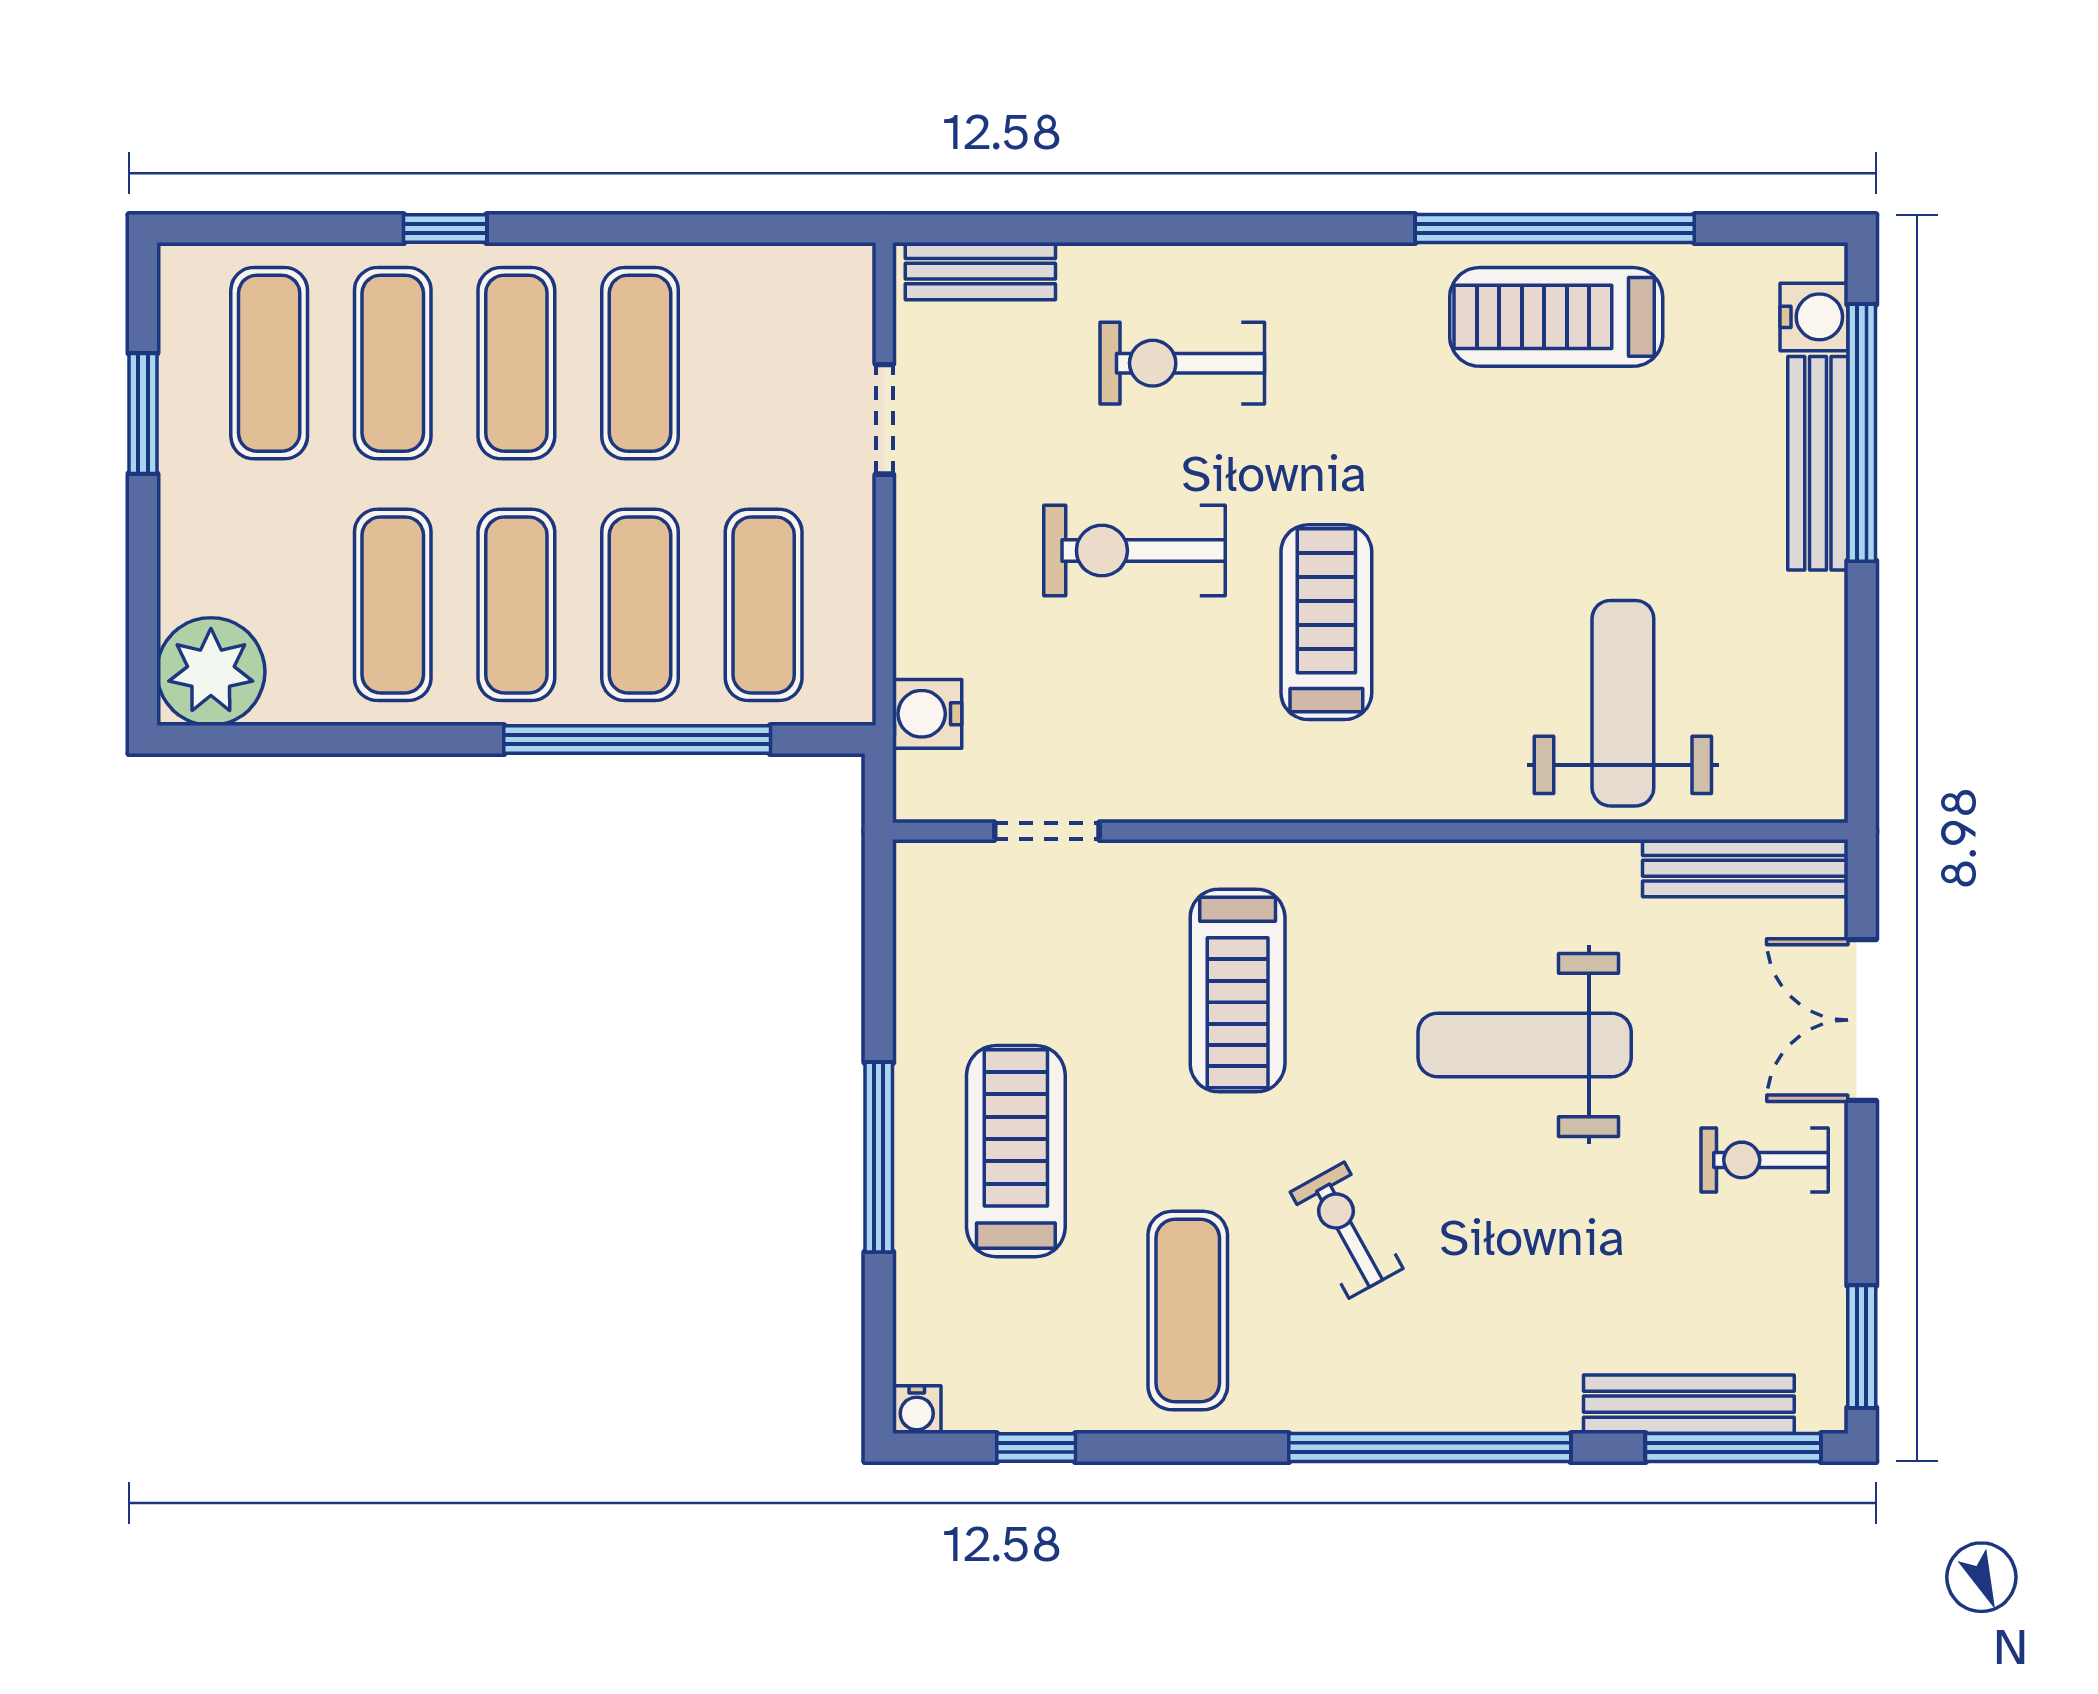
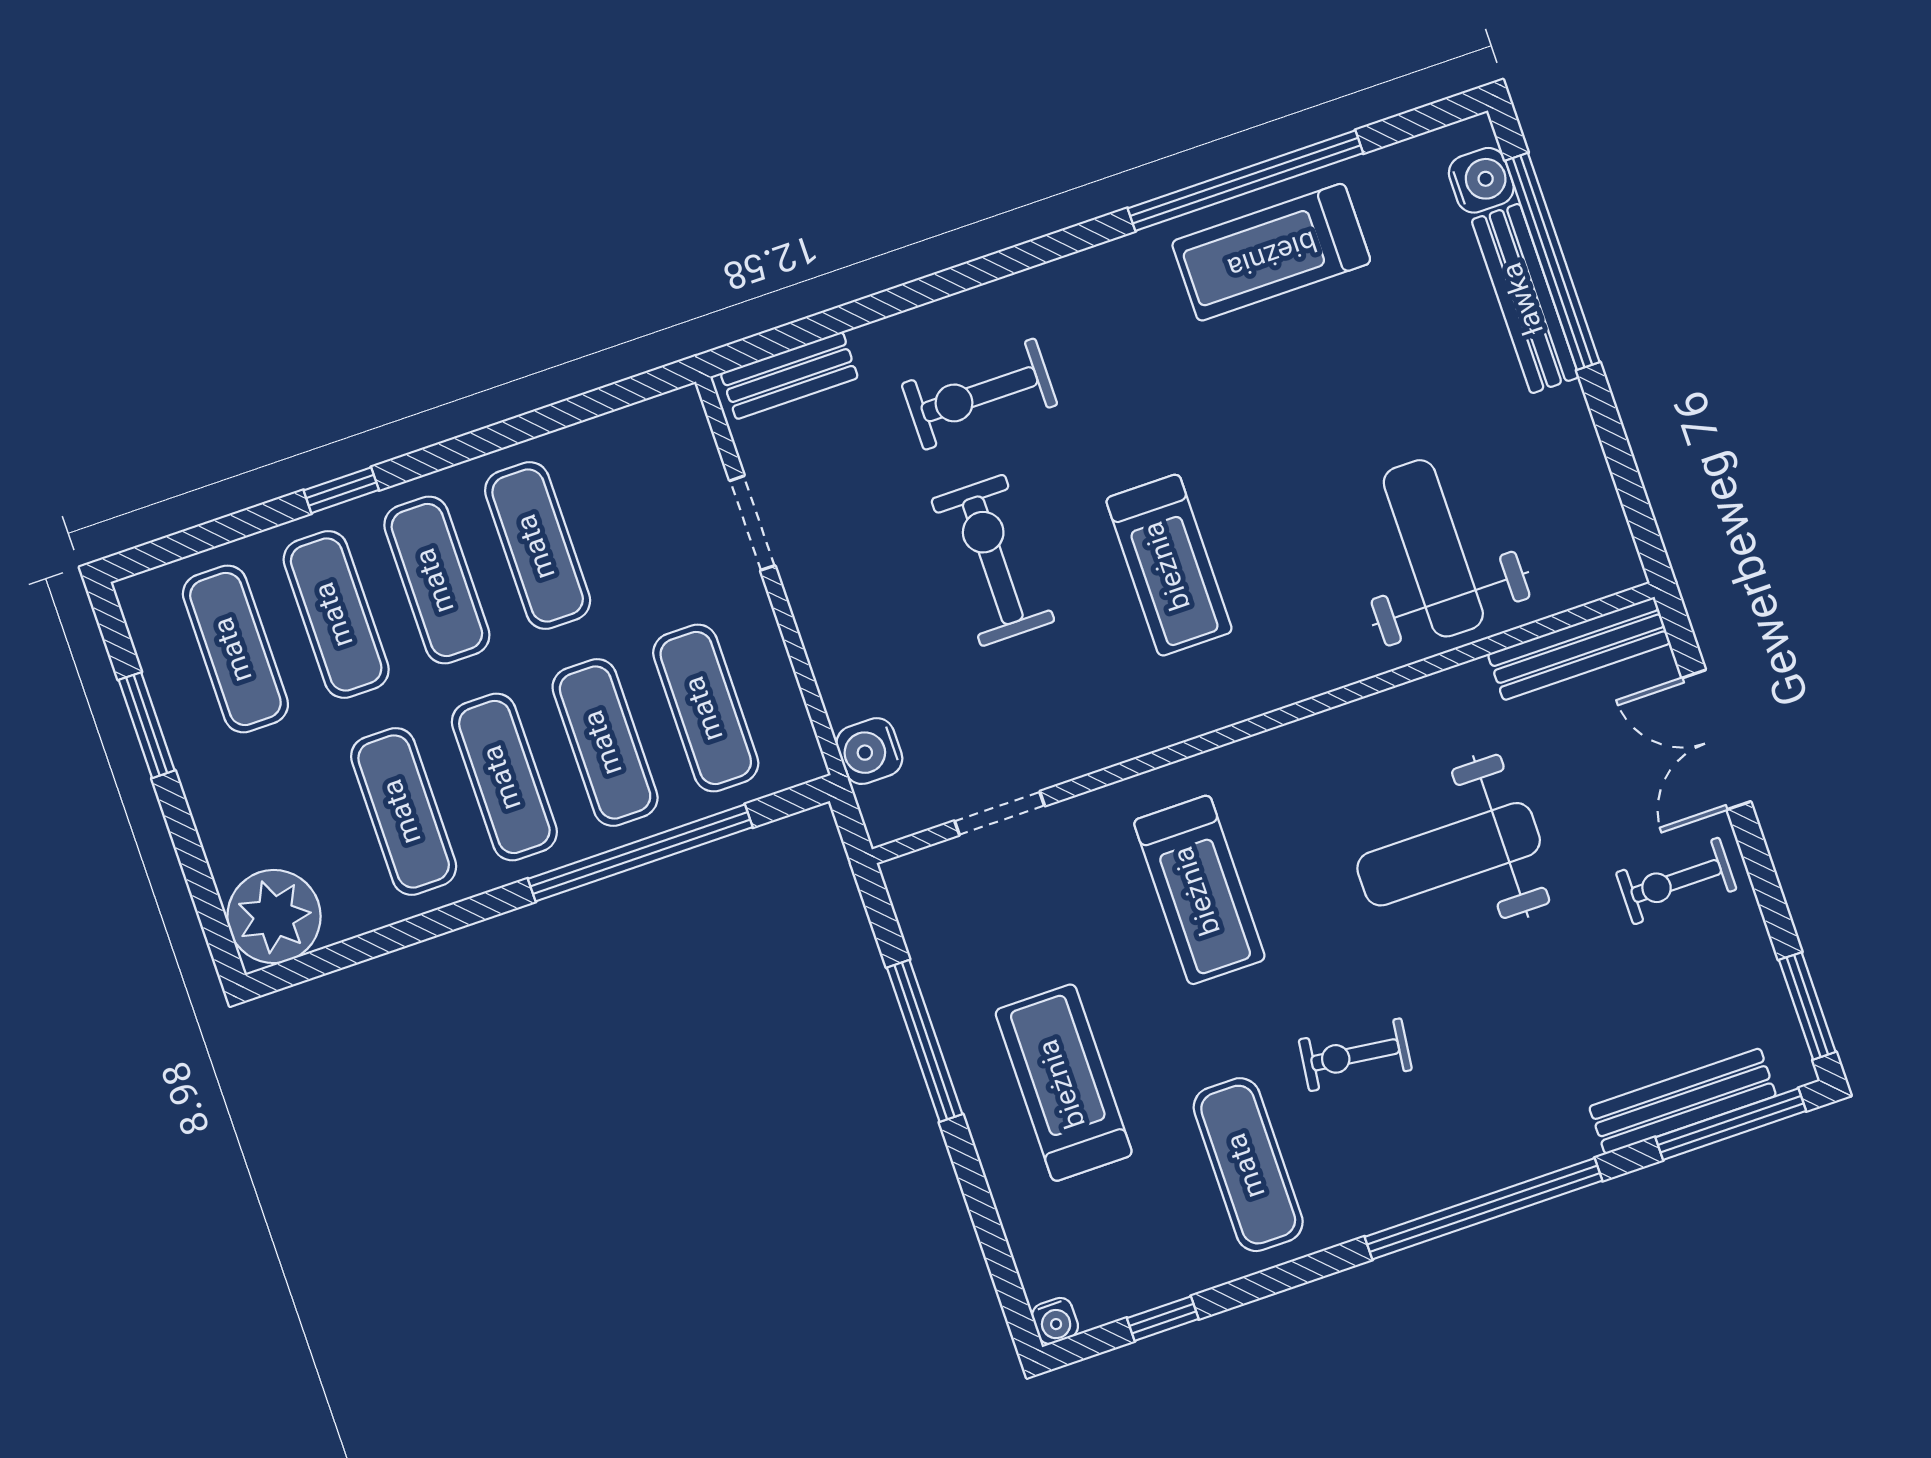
exercise bike: (1135, 551) -> (993, 560), turned 90
treadmill: (1326, 622) -> (1169, 565), turned 180
window: (879, 1157) -> (925, 1041), moved
exercise bike: (1347, 1230) -> (1355, 1055), turned -54

